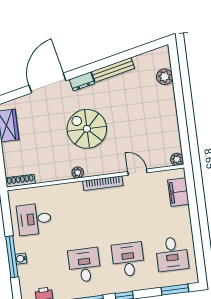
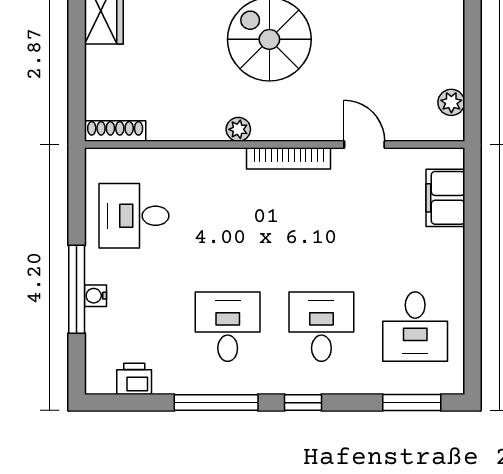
plant: (177, 159) -> (451, 102), moved

